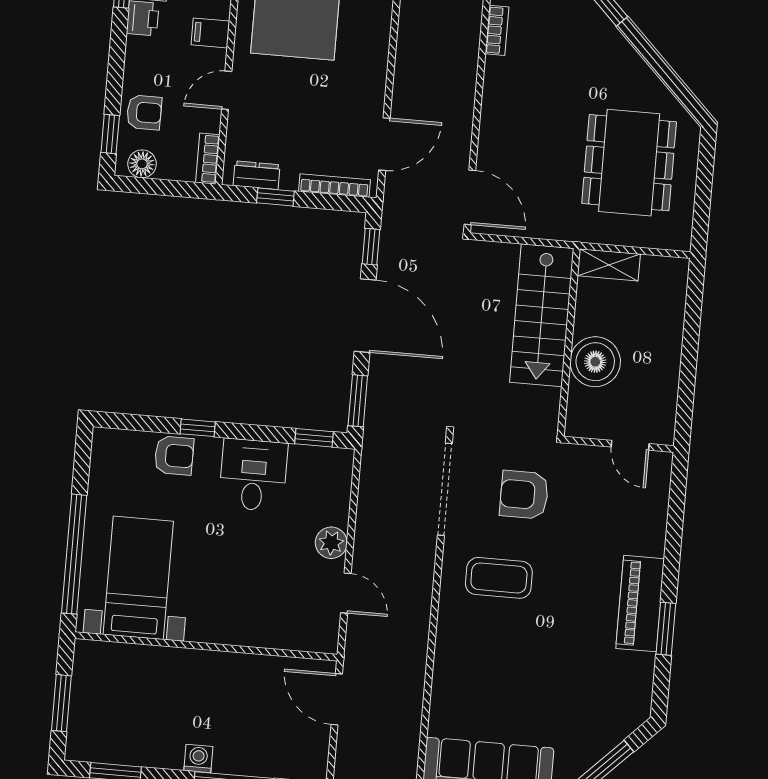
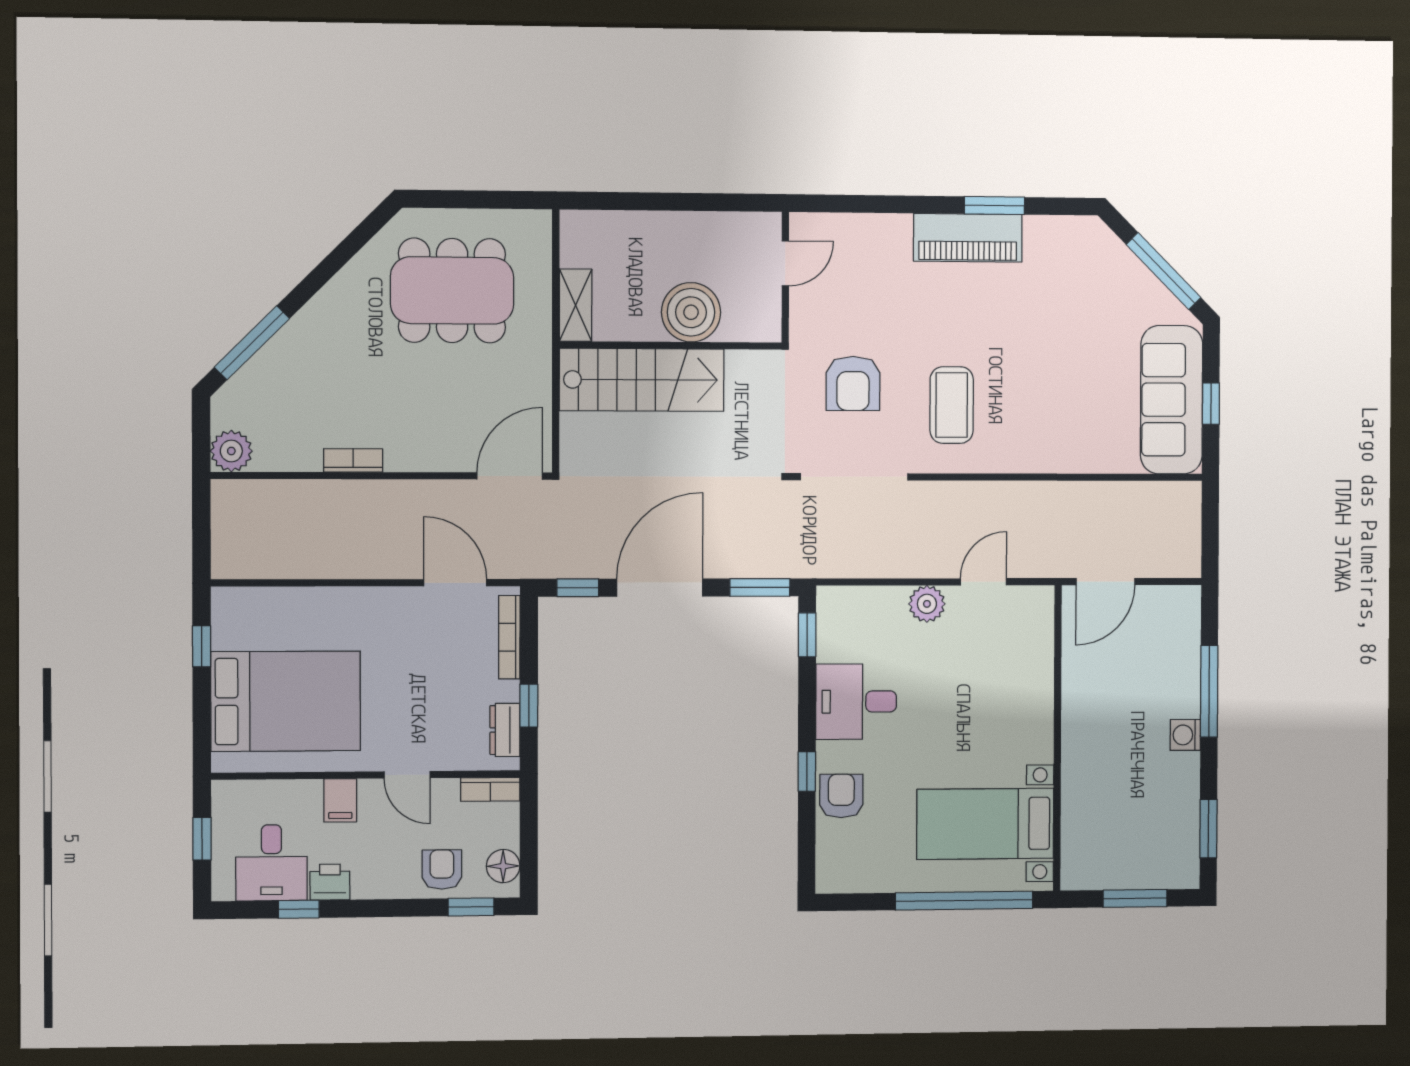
bookcase: (497, 30) -> (353, 460), moved

